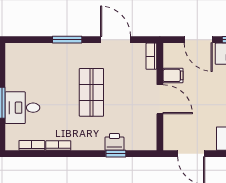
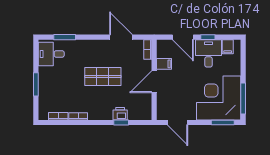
window: (67, 40) -> (65, 37), moved
shop shelf: (91, 92) -> (103, 76), turned 90
door: (160, 99) -> (154, 82), swing flipped
desk: (22, 108) -> (51, 54), moved

